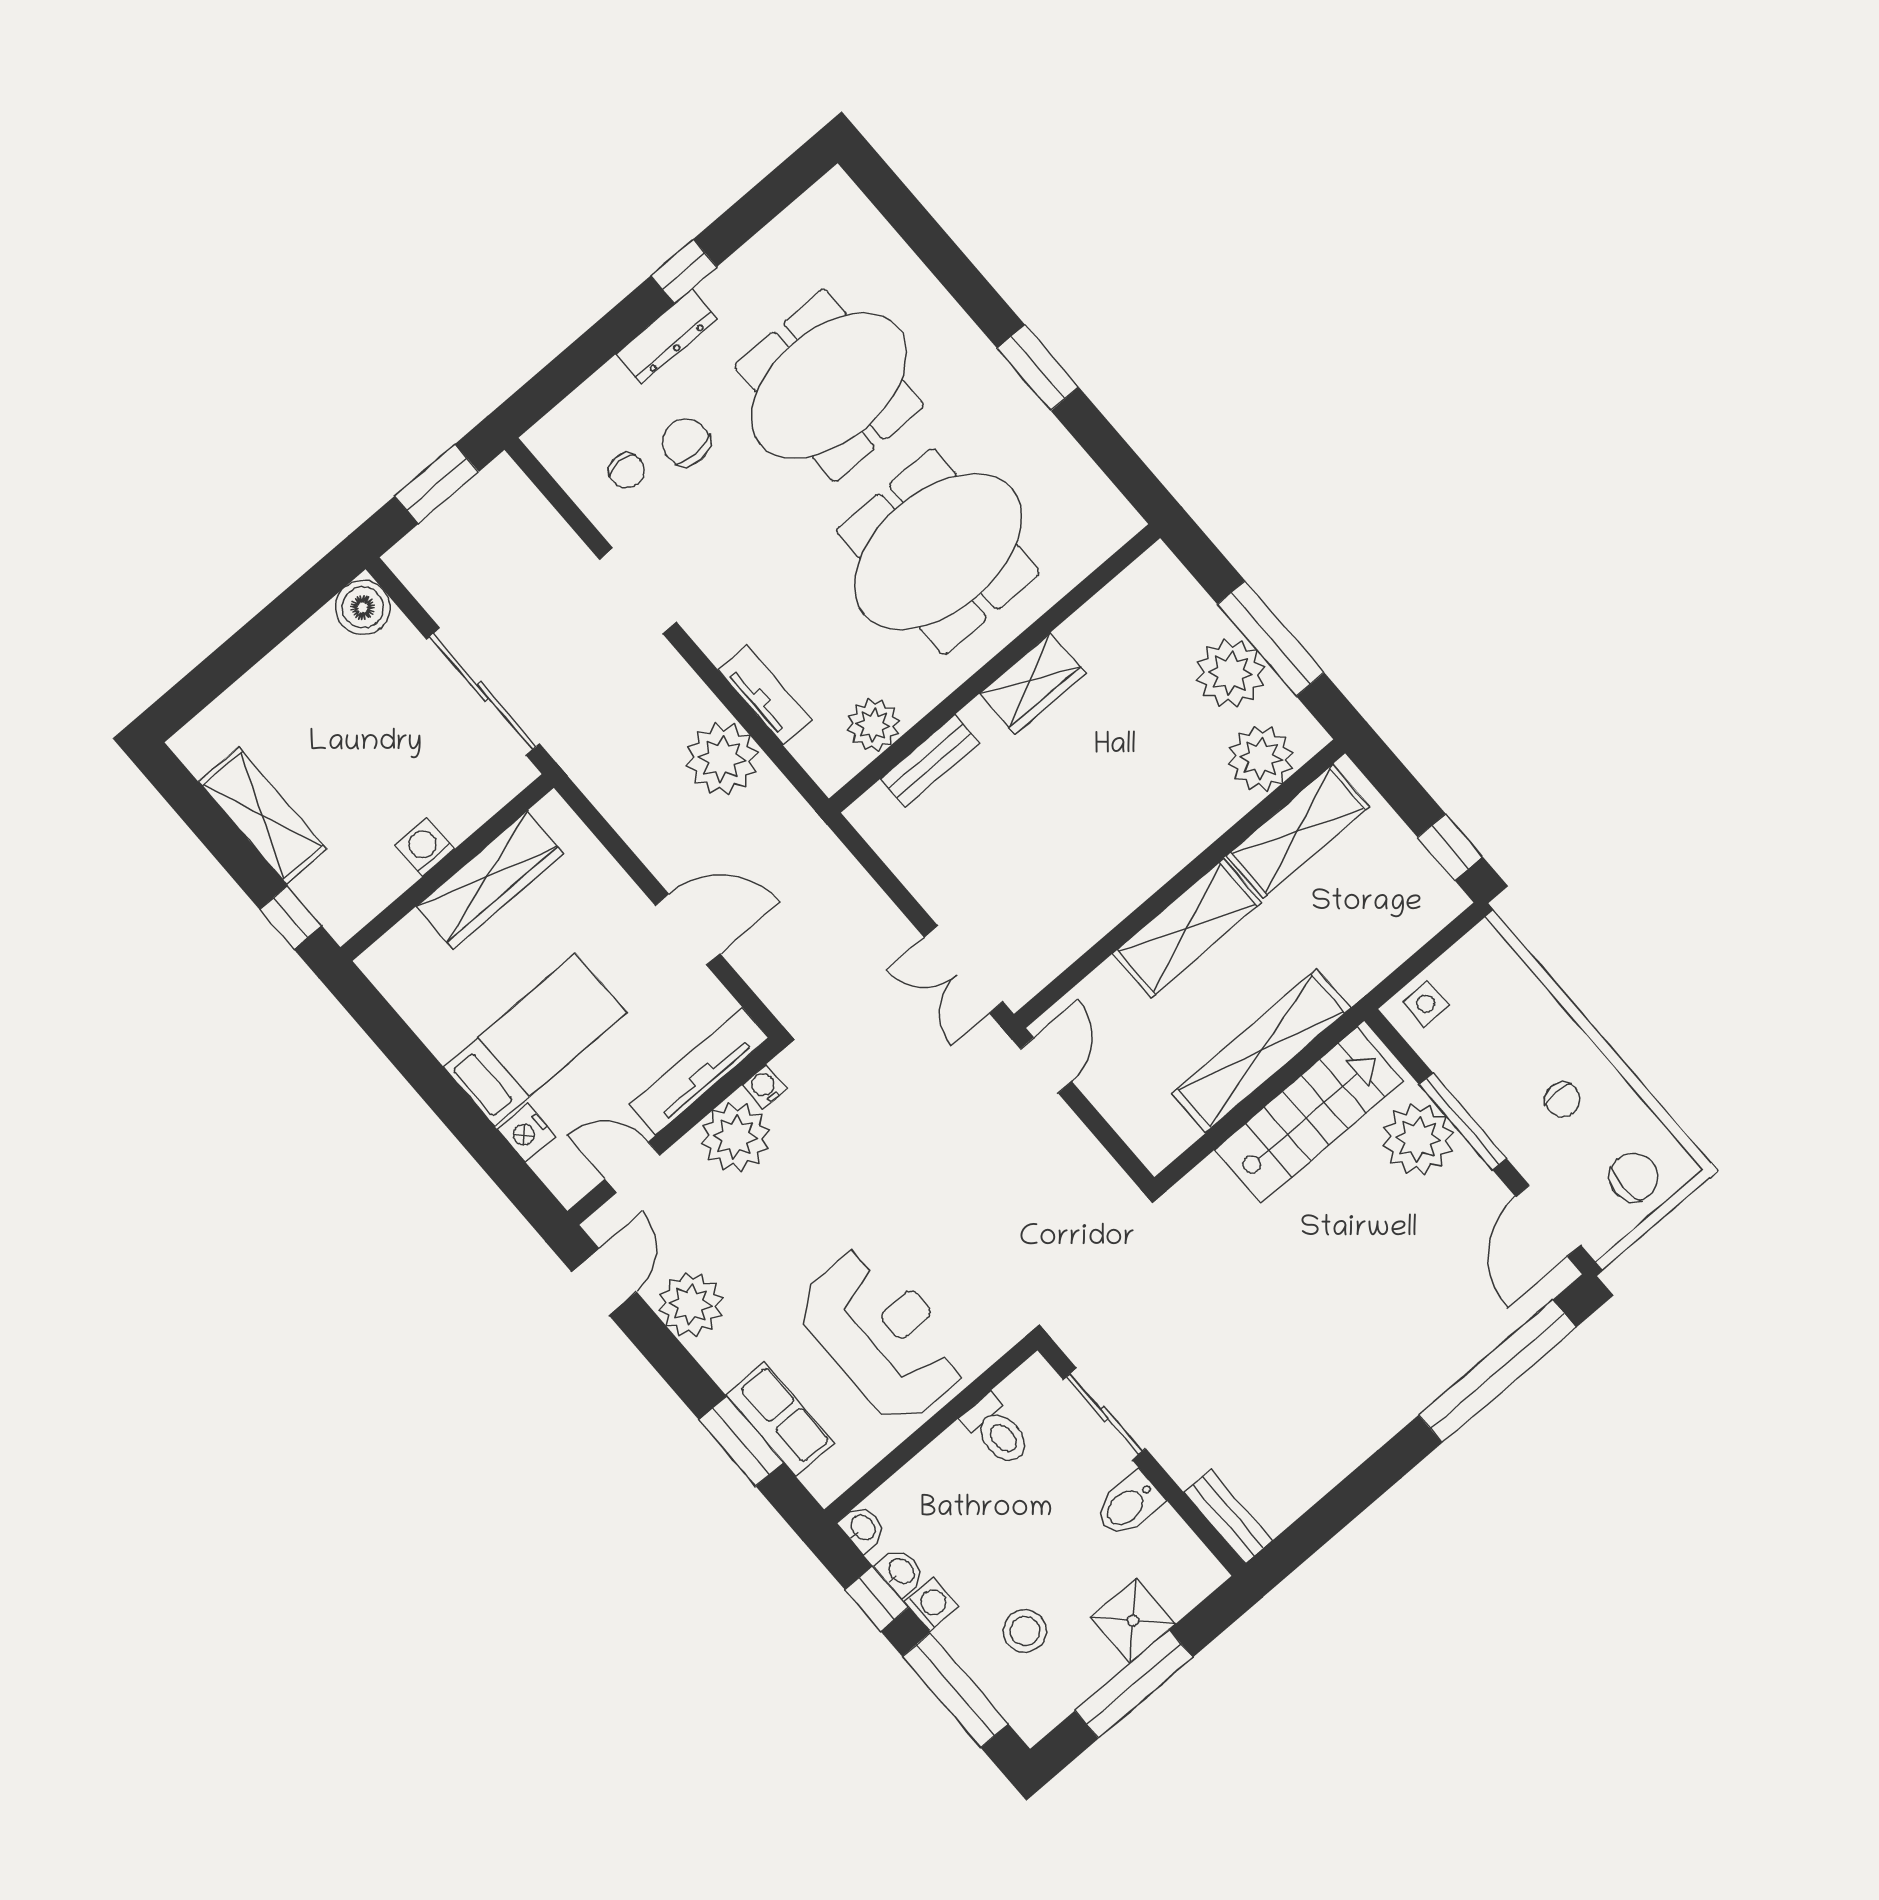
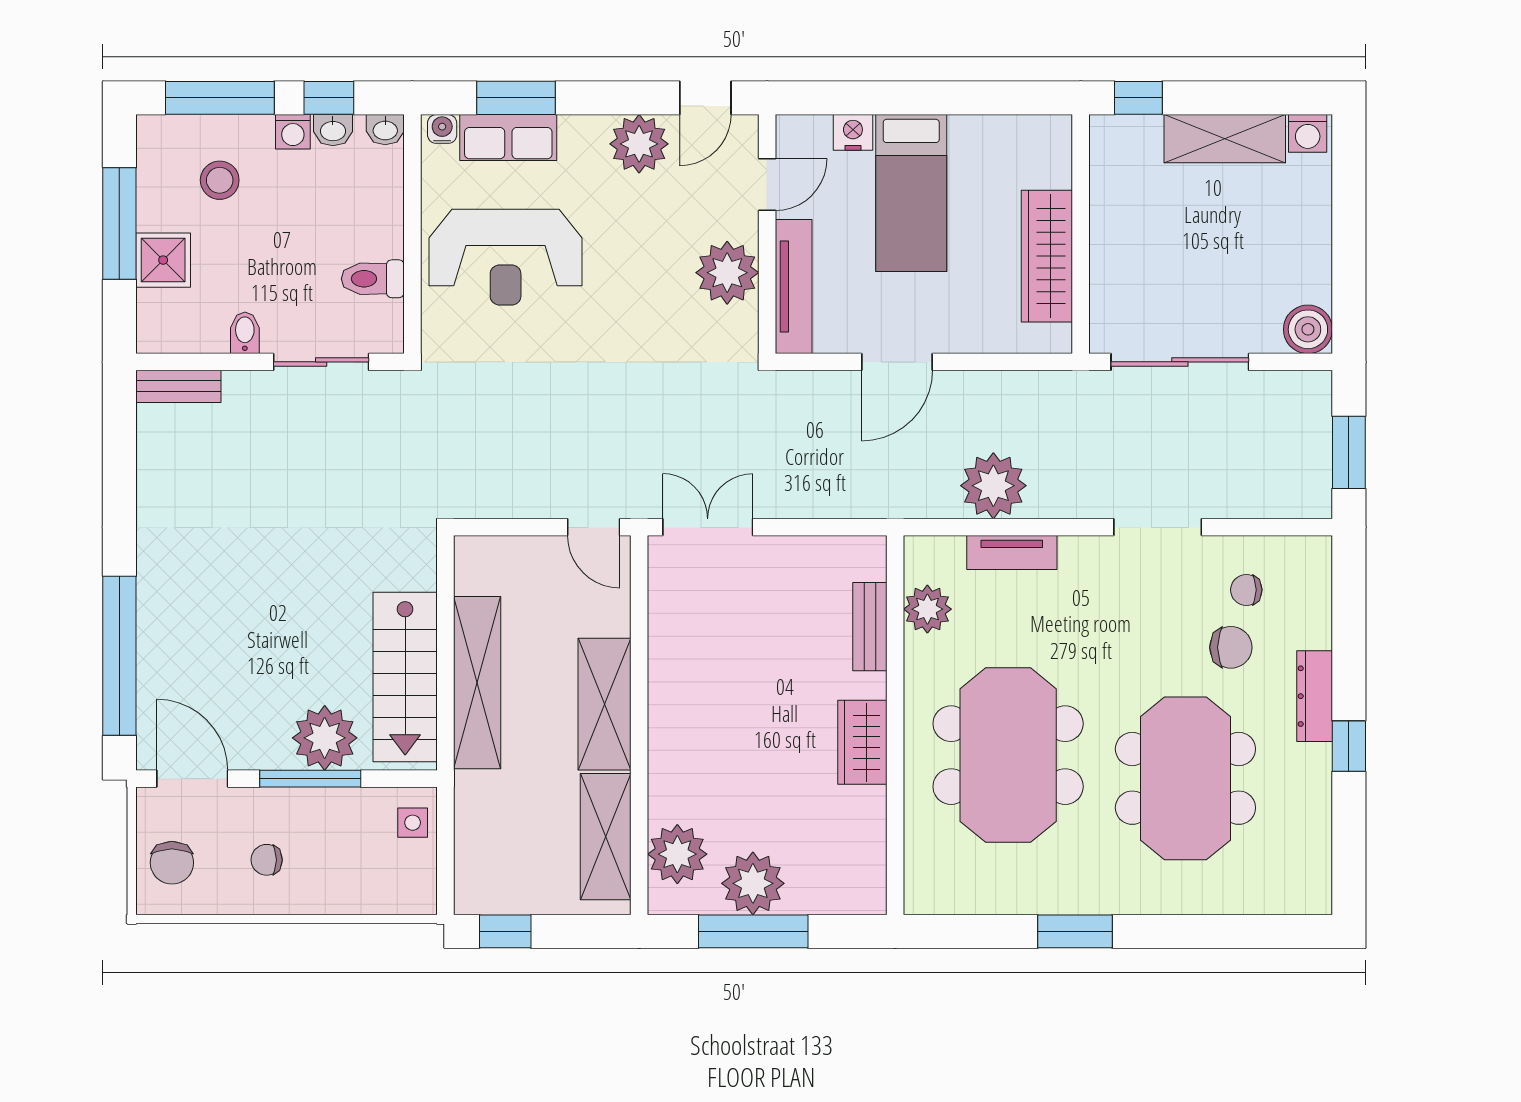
washing machine: (425, 847) -> (1308, 133), moved, turned 90
water cooler: (765, 1087) -> (442, 129), moved, turned -90
door: (604, 1282) -> (705, 98), hinge flipped
bidet: (1129, 1505) -> (245, 333), width x0.72, depth x0.74

